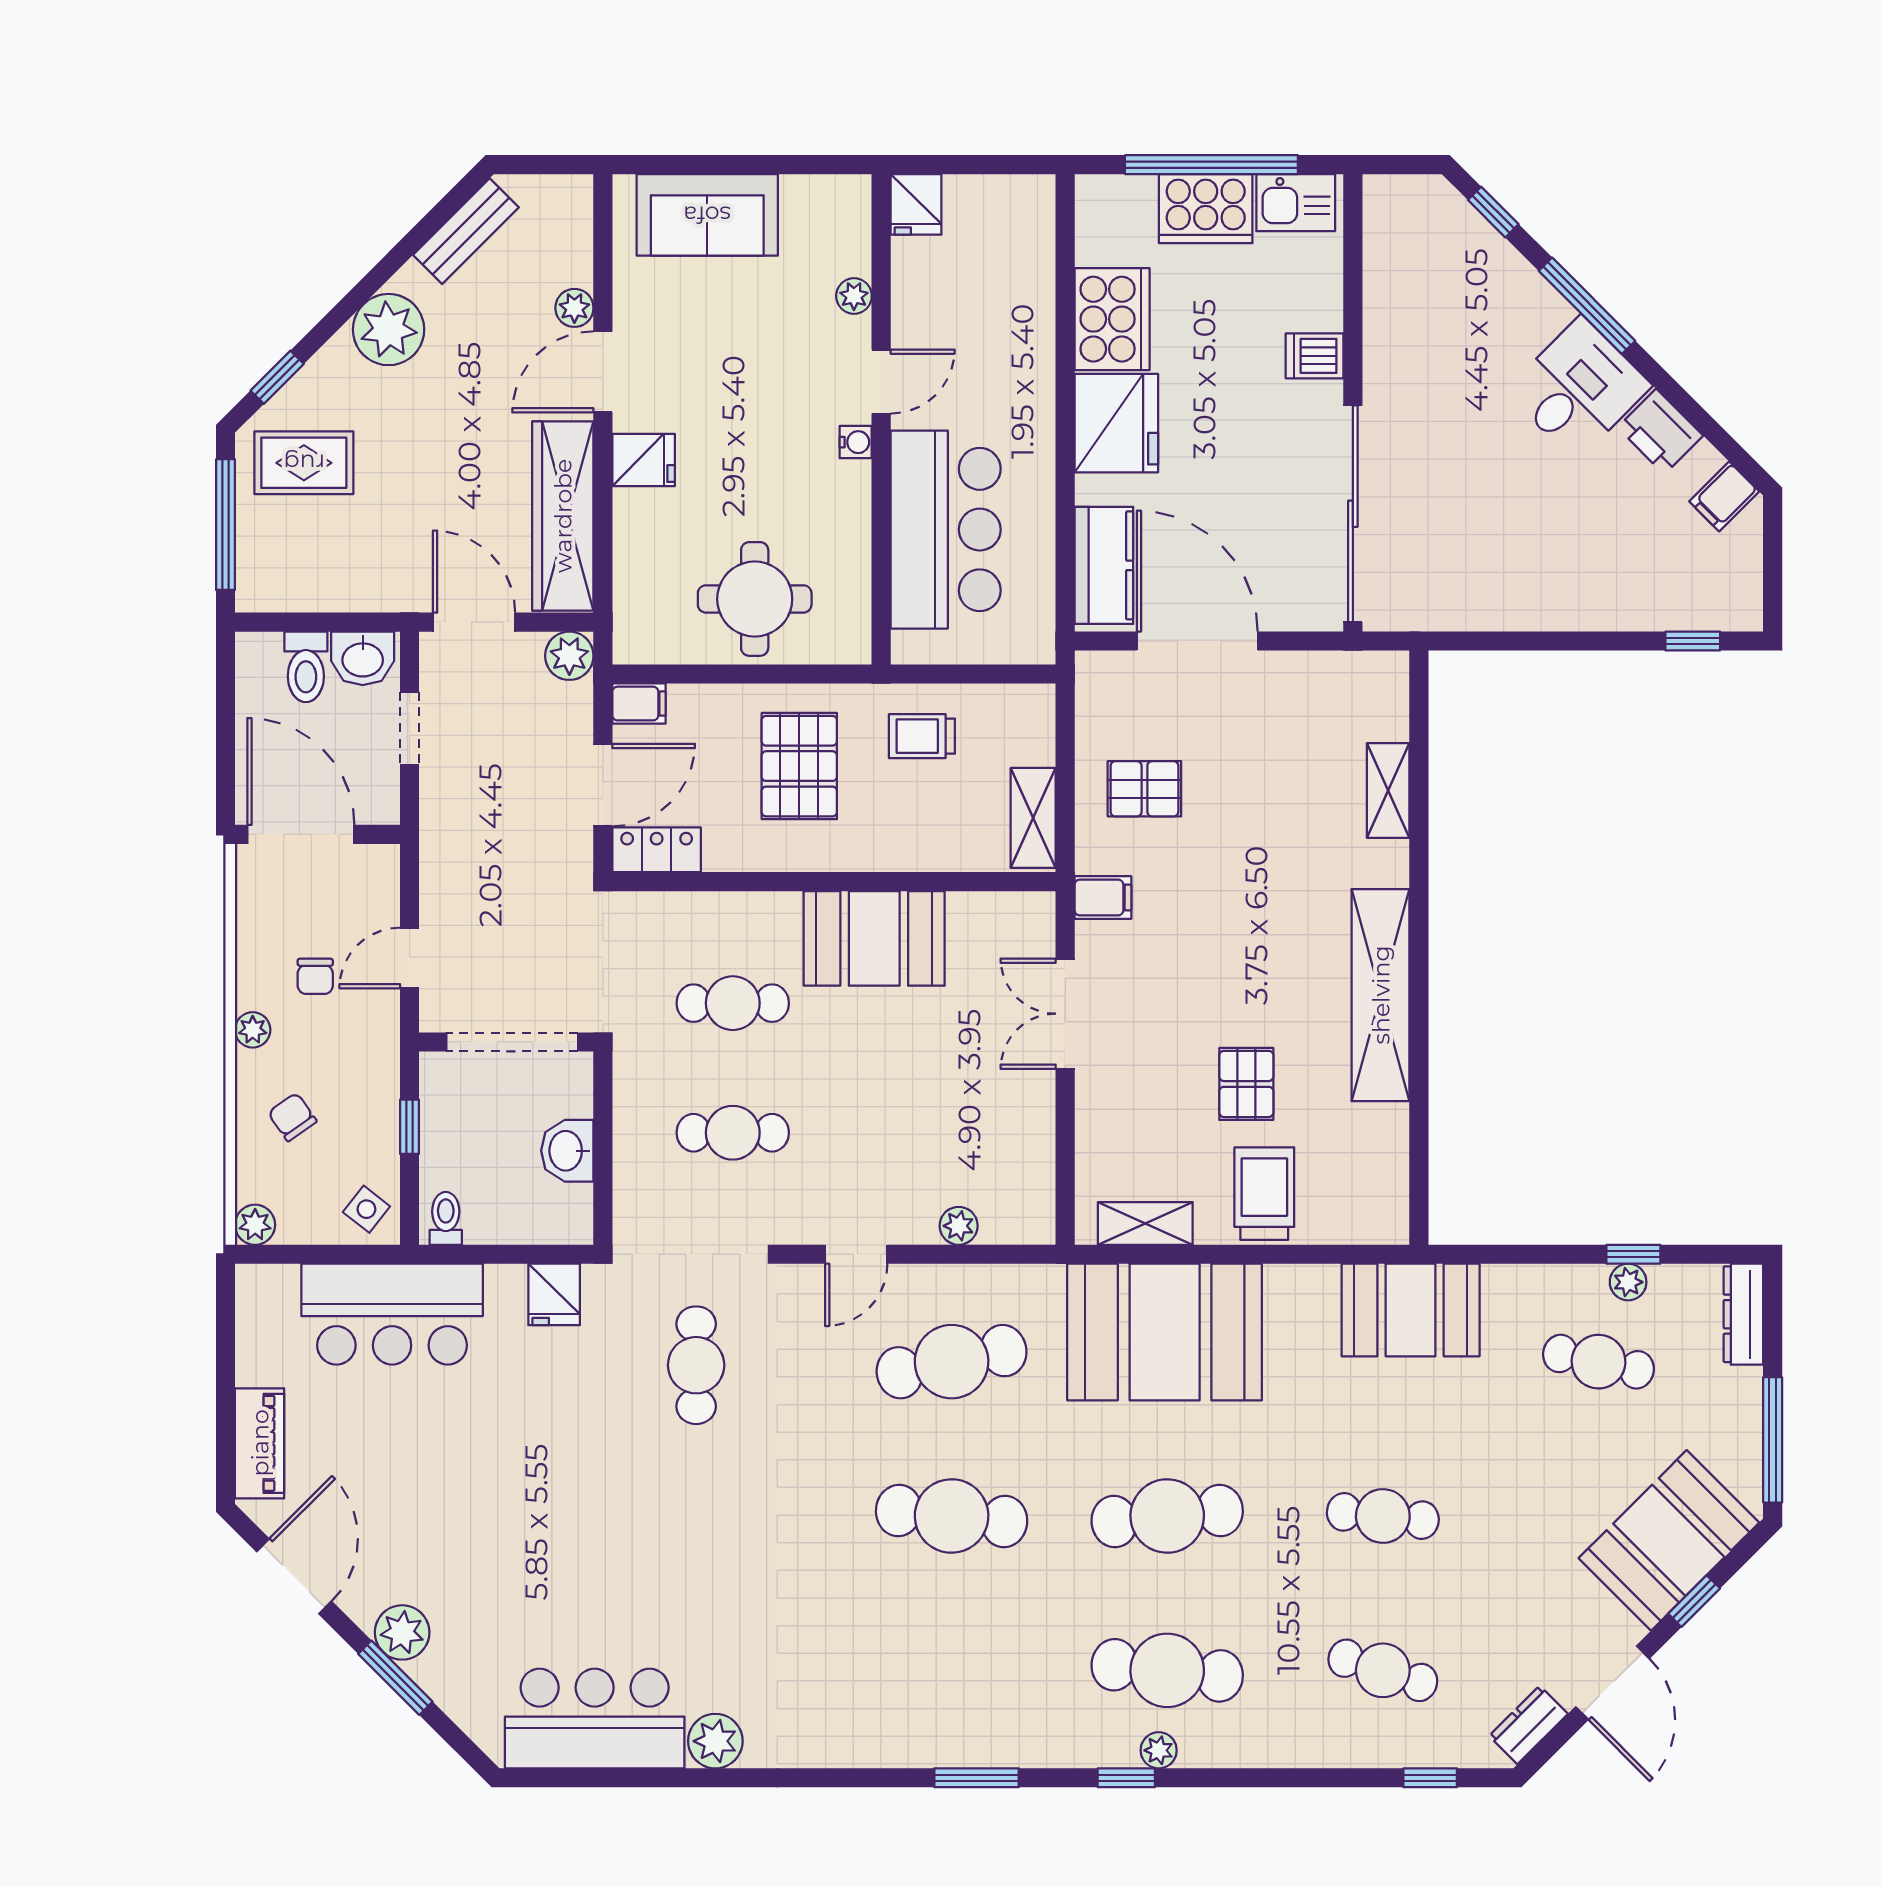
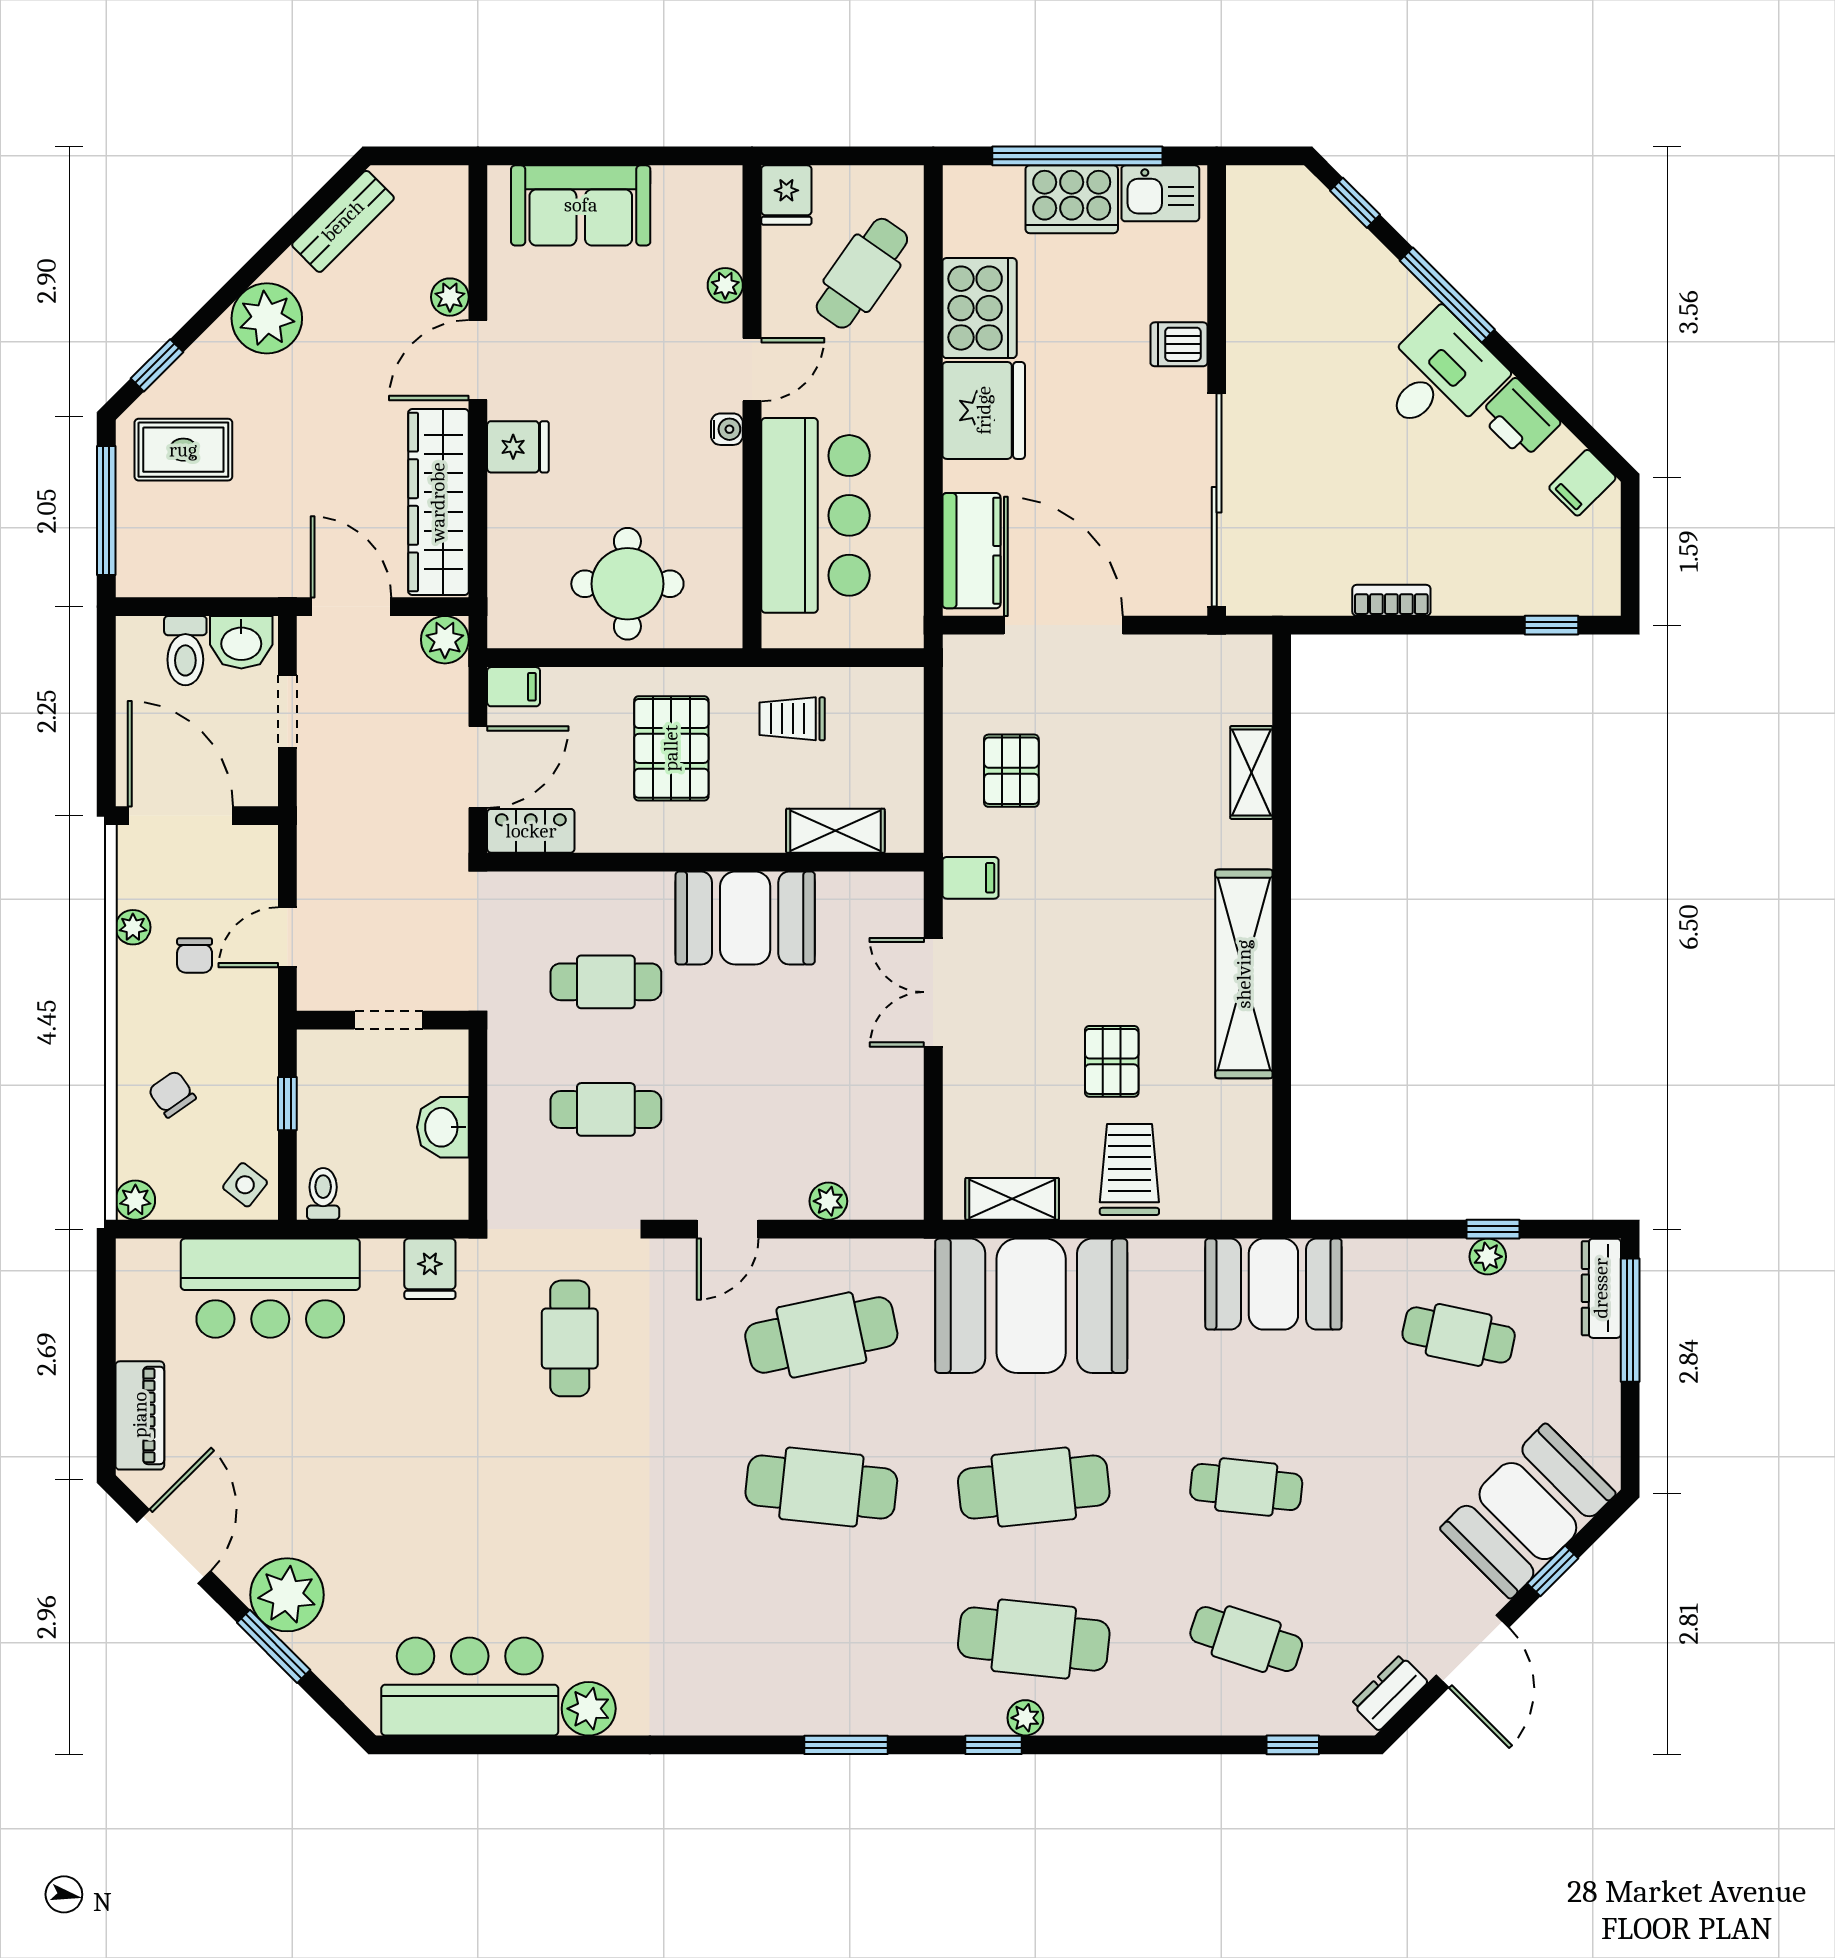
cafe table: (993, 284) -> (862, 273), added
bookcase: (1530, 616) -> (1391, 600), added
pallet: (1144, 789) -> (1011, 771), turned 90
shelving: (1033, 818) -> (835, 831), moved, turned 90
plant: (253, 1030) -> (133, 927), moved
doorway: (512, 1042) -> (389, 1020), width x0.53
window: (1773, 1440) -> (1630, 1320), moved
plant: (402, 1632) -> (287, 1595), width x1.36, depth x1.36

